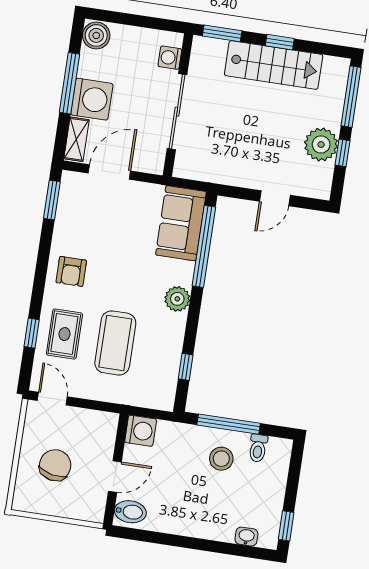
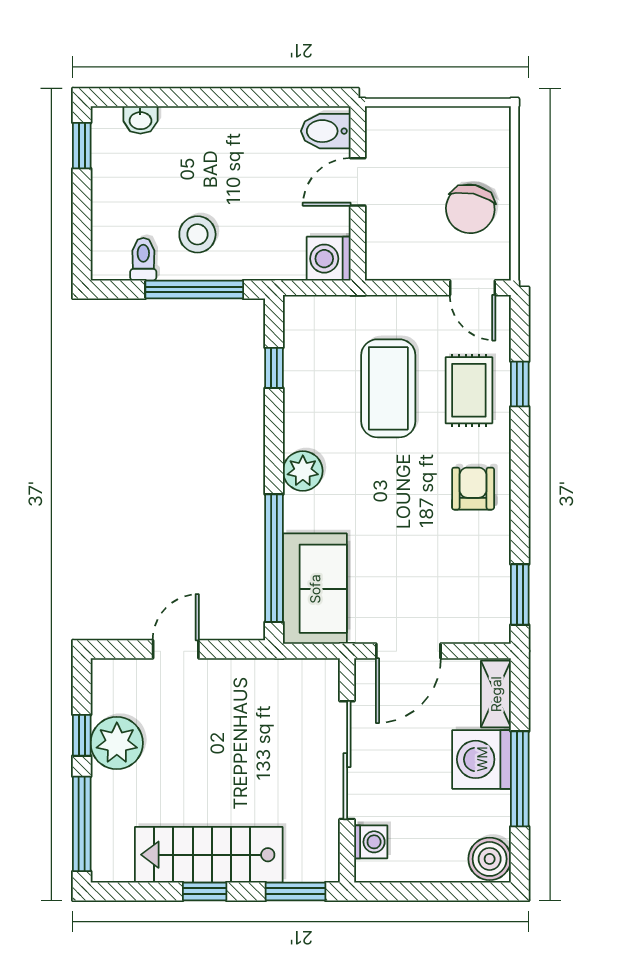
door: (109, 172) -> (408, 651), moved
chair: (55, 465) -> (470, 209), moved

